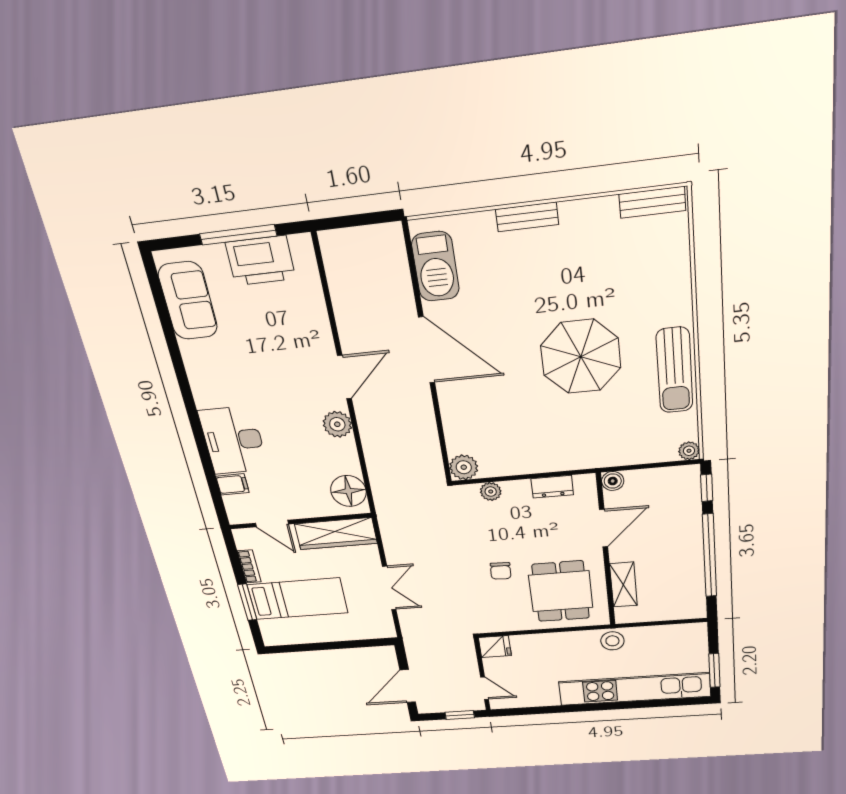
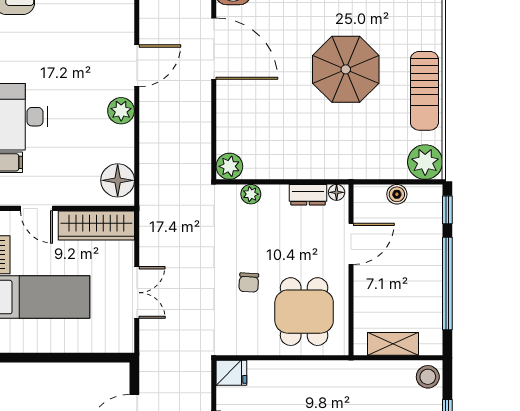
plant: (689, 451) -> (425, 162), width x1.87, depth x1.87
boiler: (613, 481) -> (397, 194), moved
floor lamp: (583, 482) -> (337, 192), added
shelving: (623, 585) -> (393, 344), moved, turned 90
stool: (612, 641) -> (428, 377), moved

